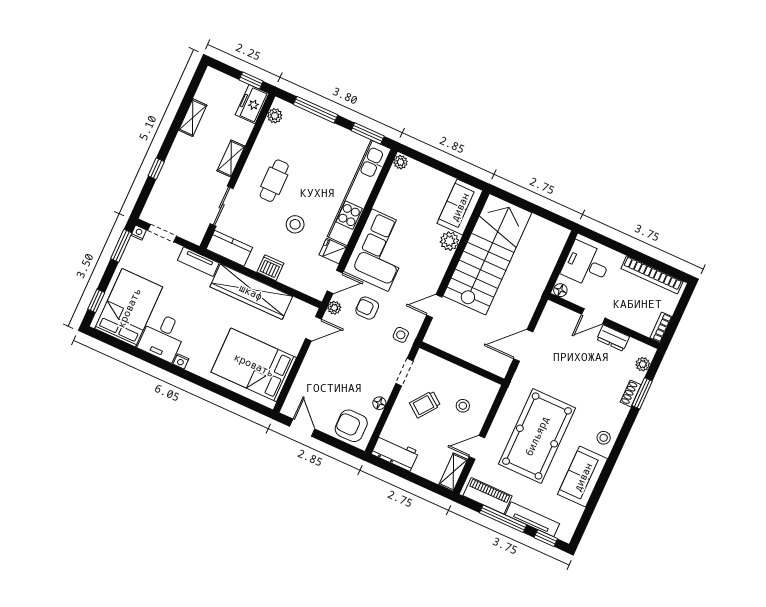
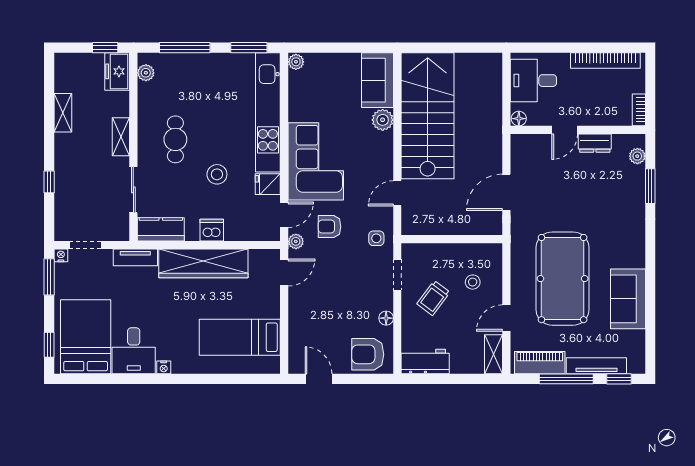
bed: (254, 365) -> (240, 337), width x0.67
shoe rack: (631, 393) -> (639, 192), removed
stool: (604, 438) -> (631, 249), removed

